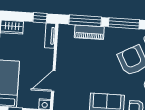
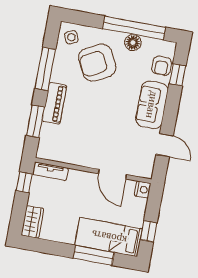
window: (85, 21) -> (36, 121), width x0.69
piano: (89, 32) -> (54, 103), moved

